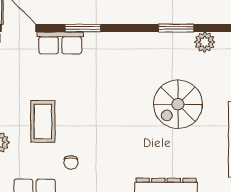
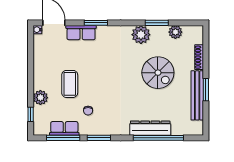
plant: (152, 46) -> (141, 35), added
spiral stairs: (178, 104) -> (158, 73), turned -90

